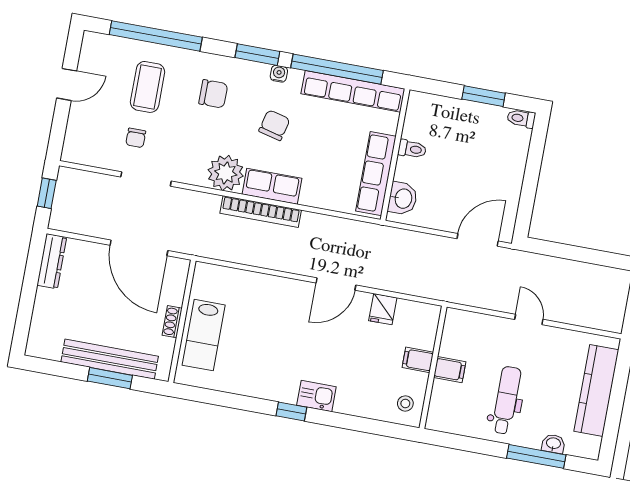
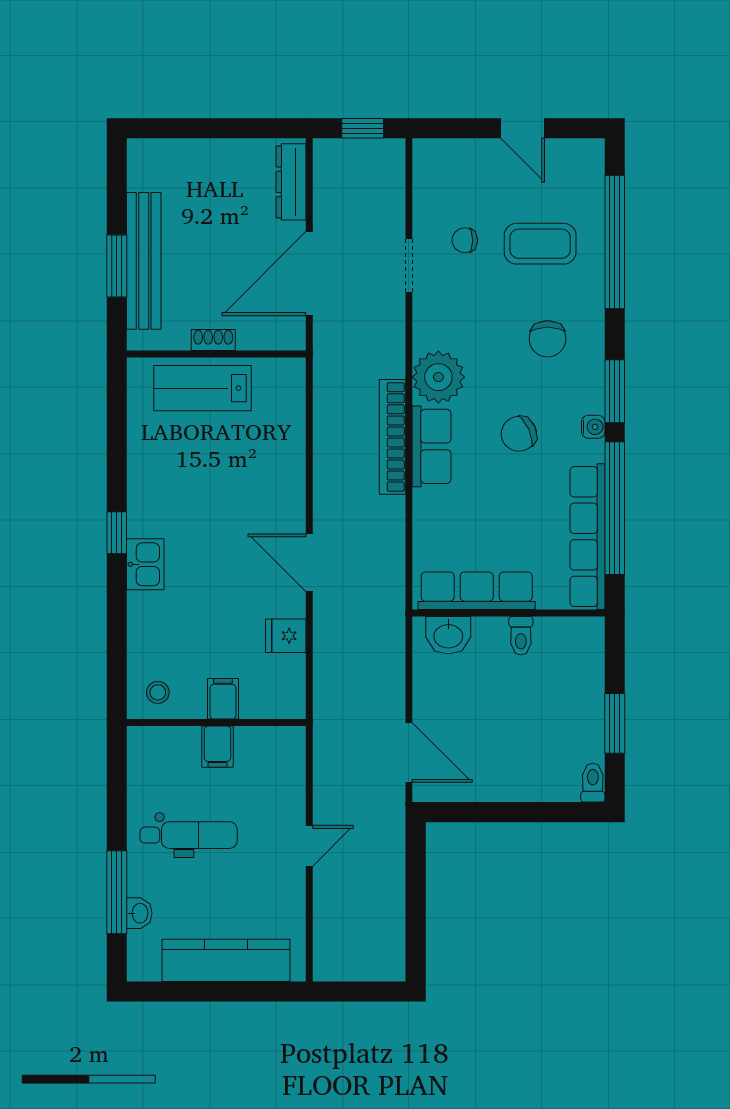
chair: (274, 125) -> (519, 434), turned 142
doorway: (146, 179) -> (409, 265), width x0.73
dresser: (52, 261) -> (291, 182), moved, turned 90

